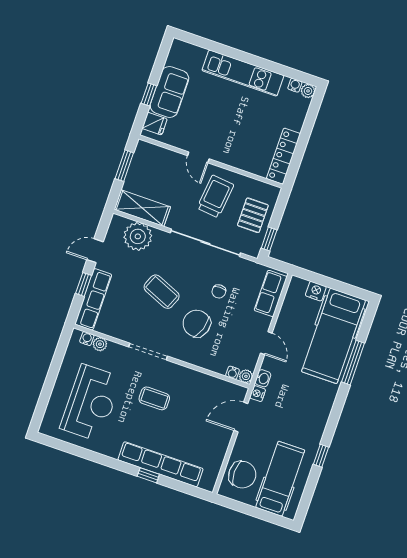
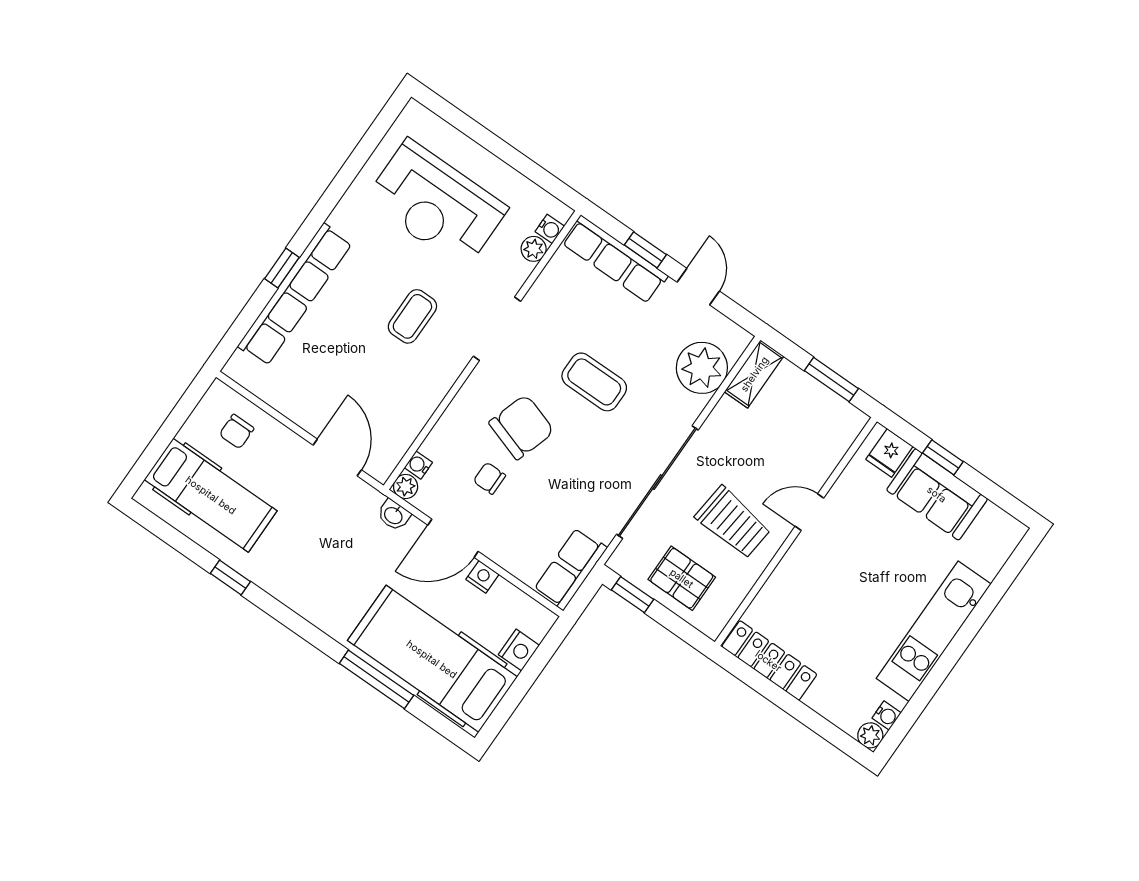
shelving: (142, 208) -> (754, 374), width x0.67, depth x0.75
chair: (219, 291) -> (489, 478), moved
coffee table: (162, 292) -> (594, 382), turned 67
row of seats: (271, 293) -> (570, 569), moved, turned -90
door: (266, 343) -> (453, 538), width x1.38
nightstand: (258, 394) -> (482, 577), moved
chair: (242, 475) -> (237, 432), width x0.54, depth x0.54

